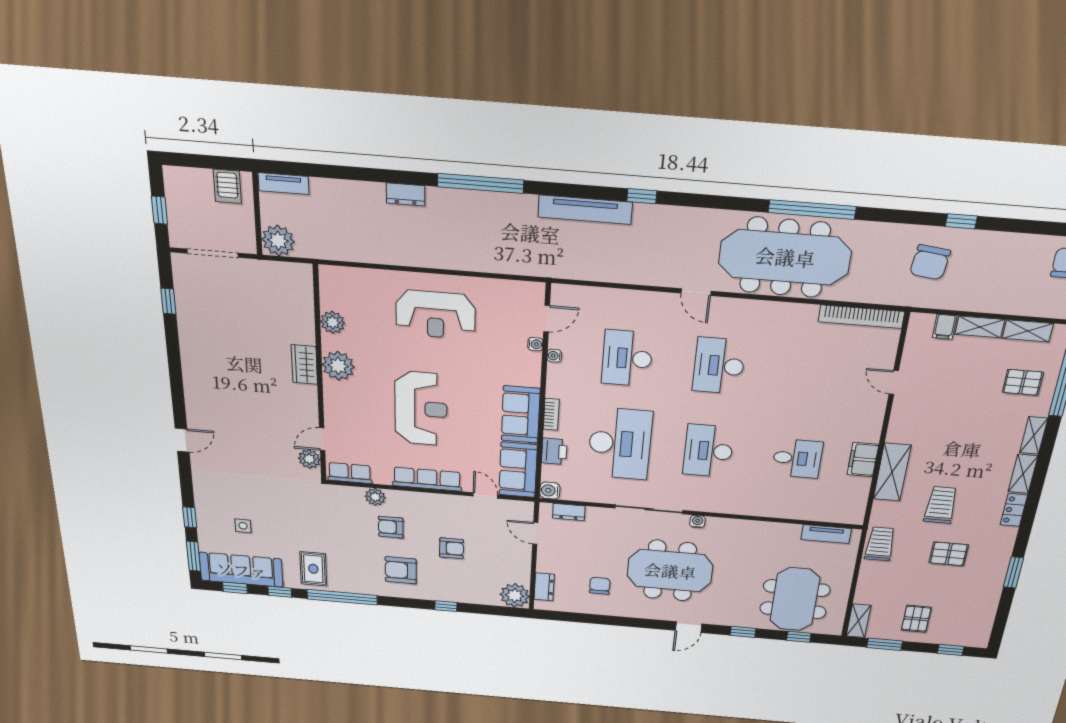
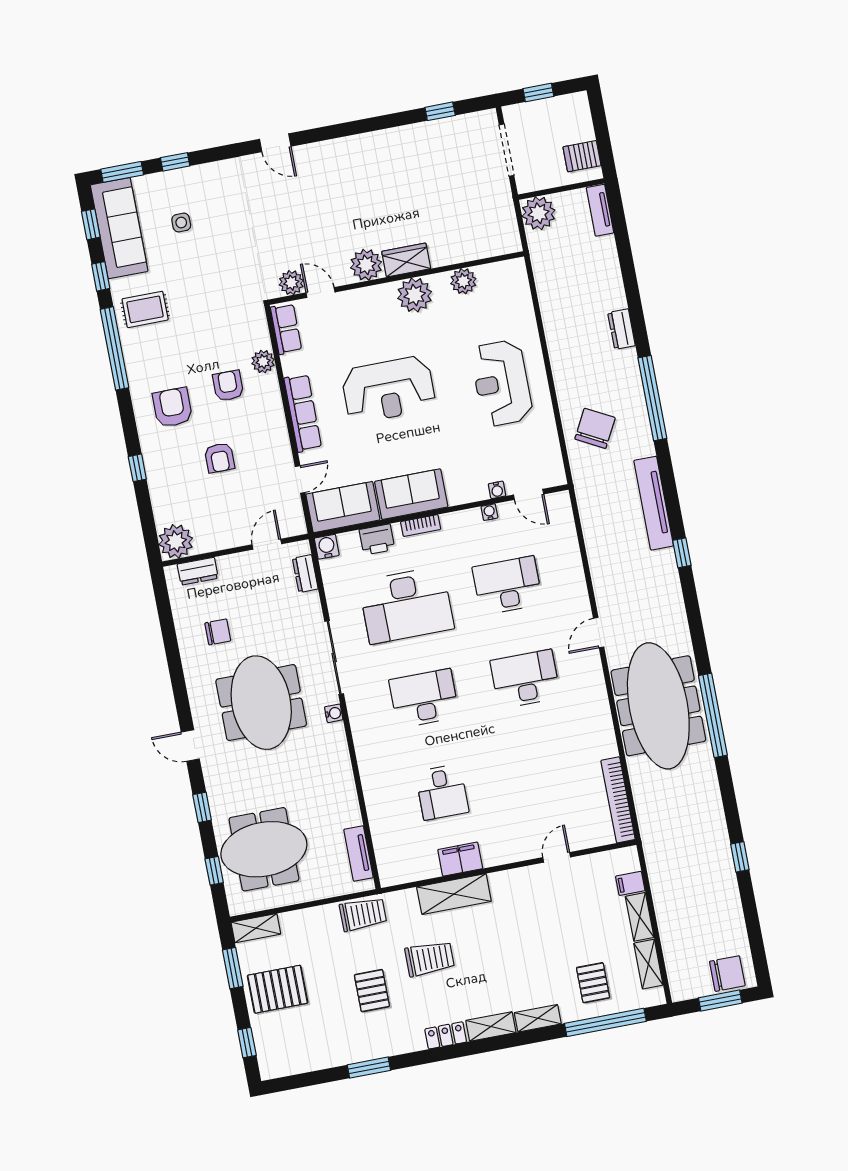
chair: (930, 262) -> (595, 428), moved, turned 111
plant: (303, 398) -> (366, 265), added
pallet: (916, 619) -> (278, 989), width x1.50, depth x1.42

